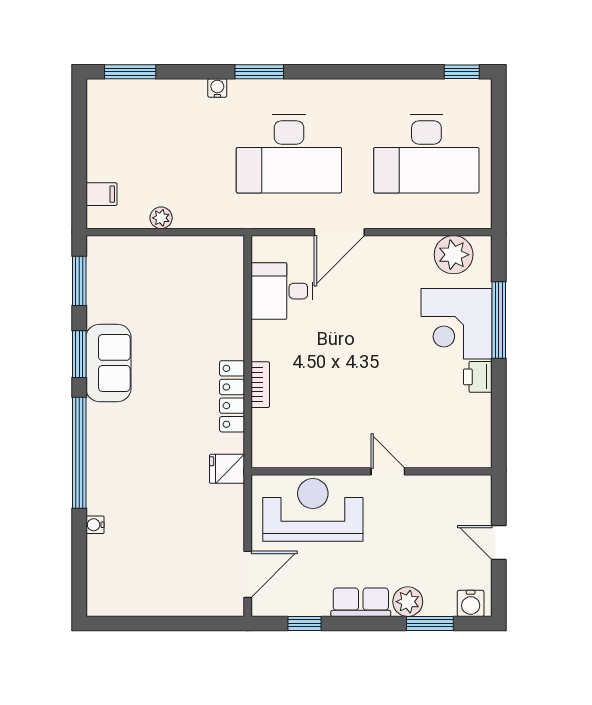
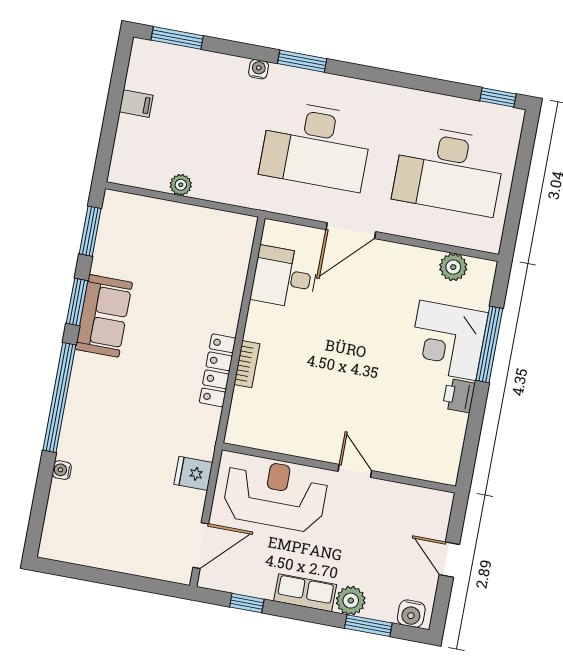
filing cabinet: (101, 194) -> (136, 104), moved
plant: (454, 255) -> (453, 267), width x0.73, depth x0.73
fridge: (227, 469) -> (193, 473), moved

